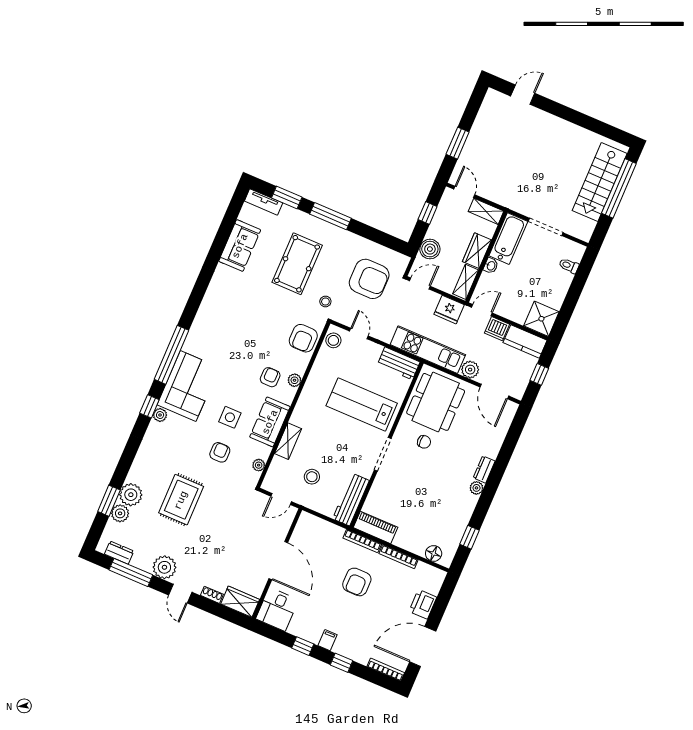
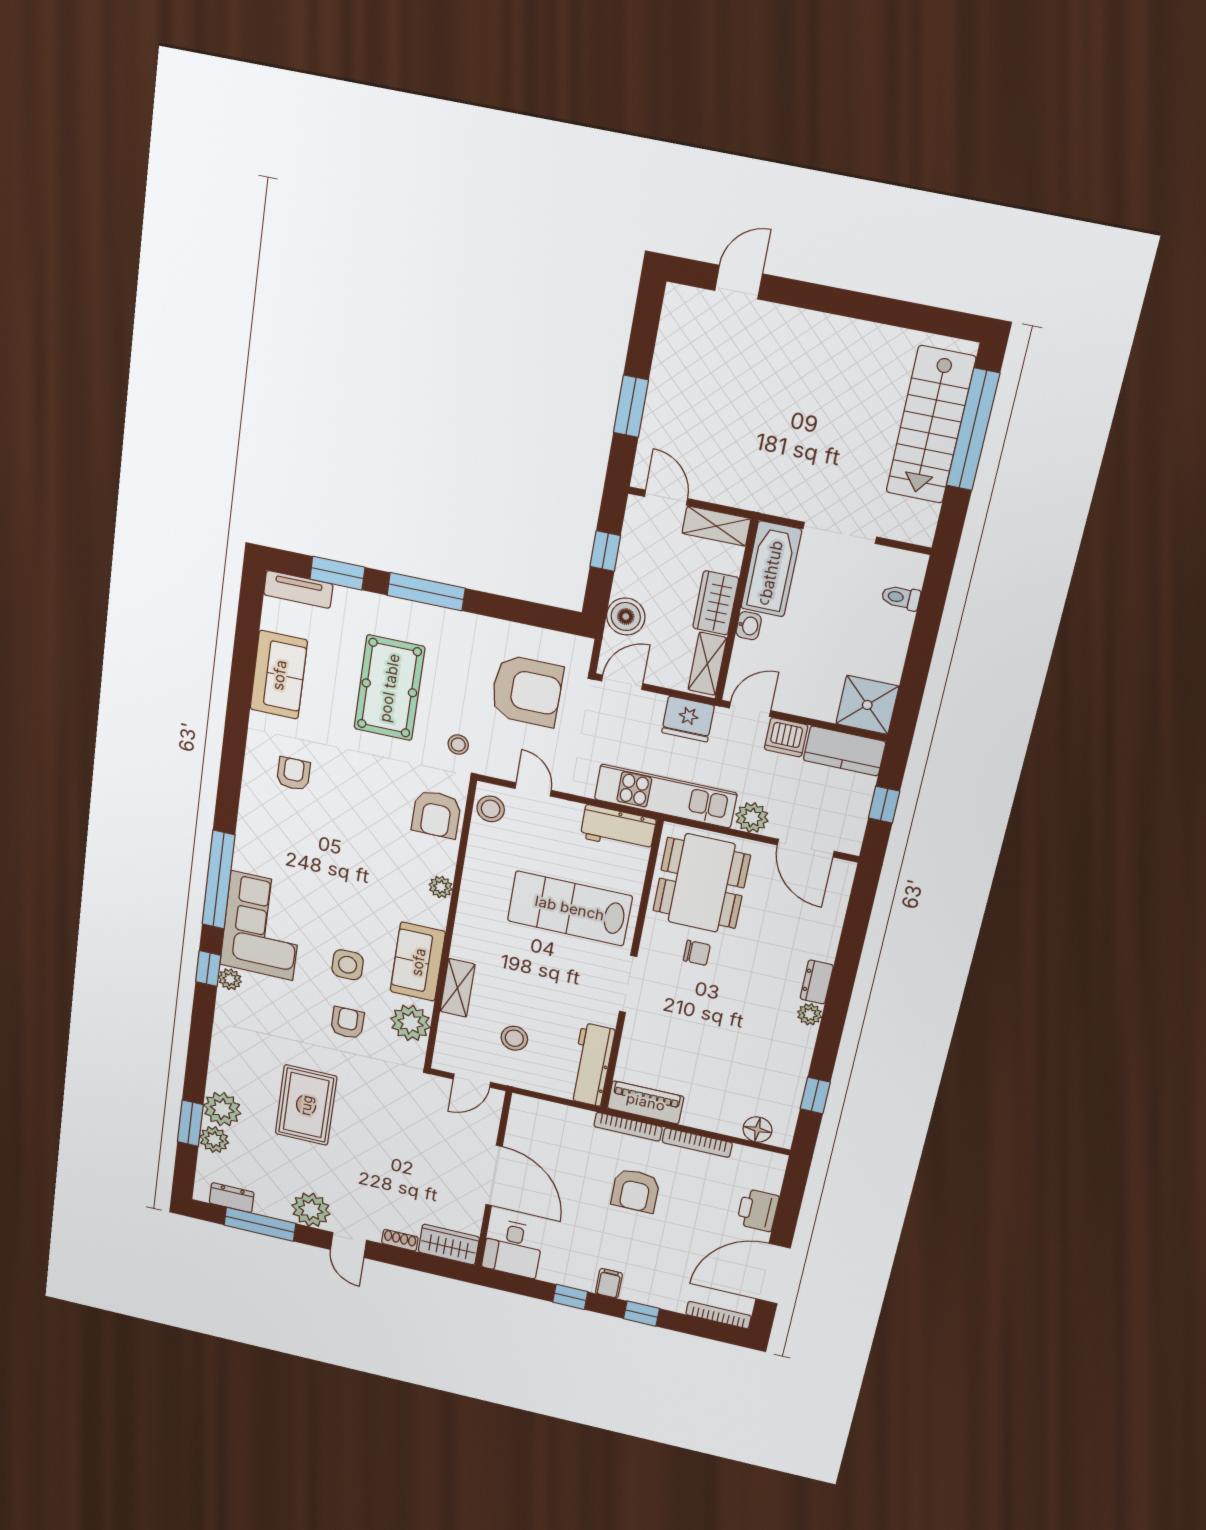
armchair: (270, 377) -> (294, 774), moved
plant: (259, 465) -> (411, 1023), width x1.87, depth x1.87

